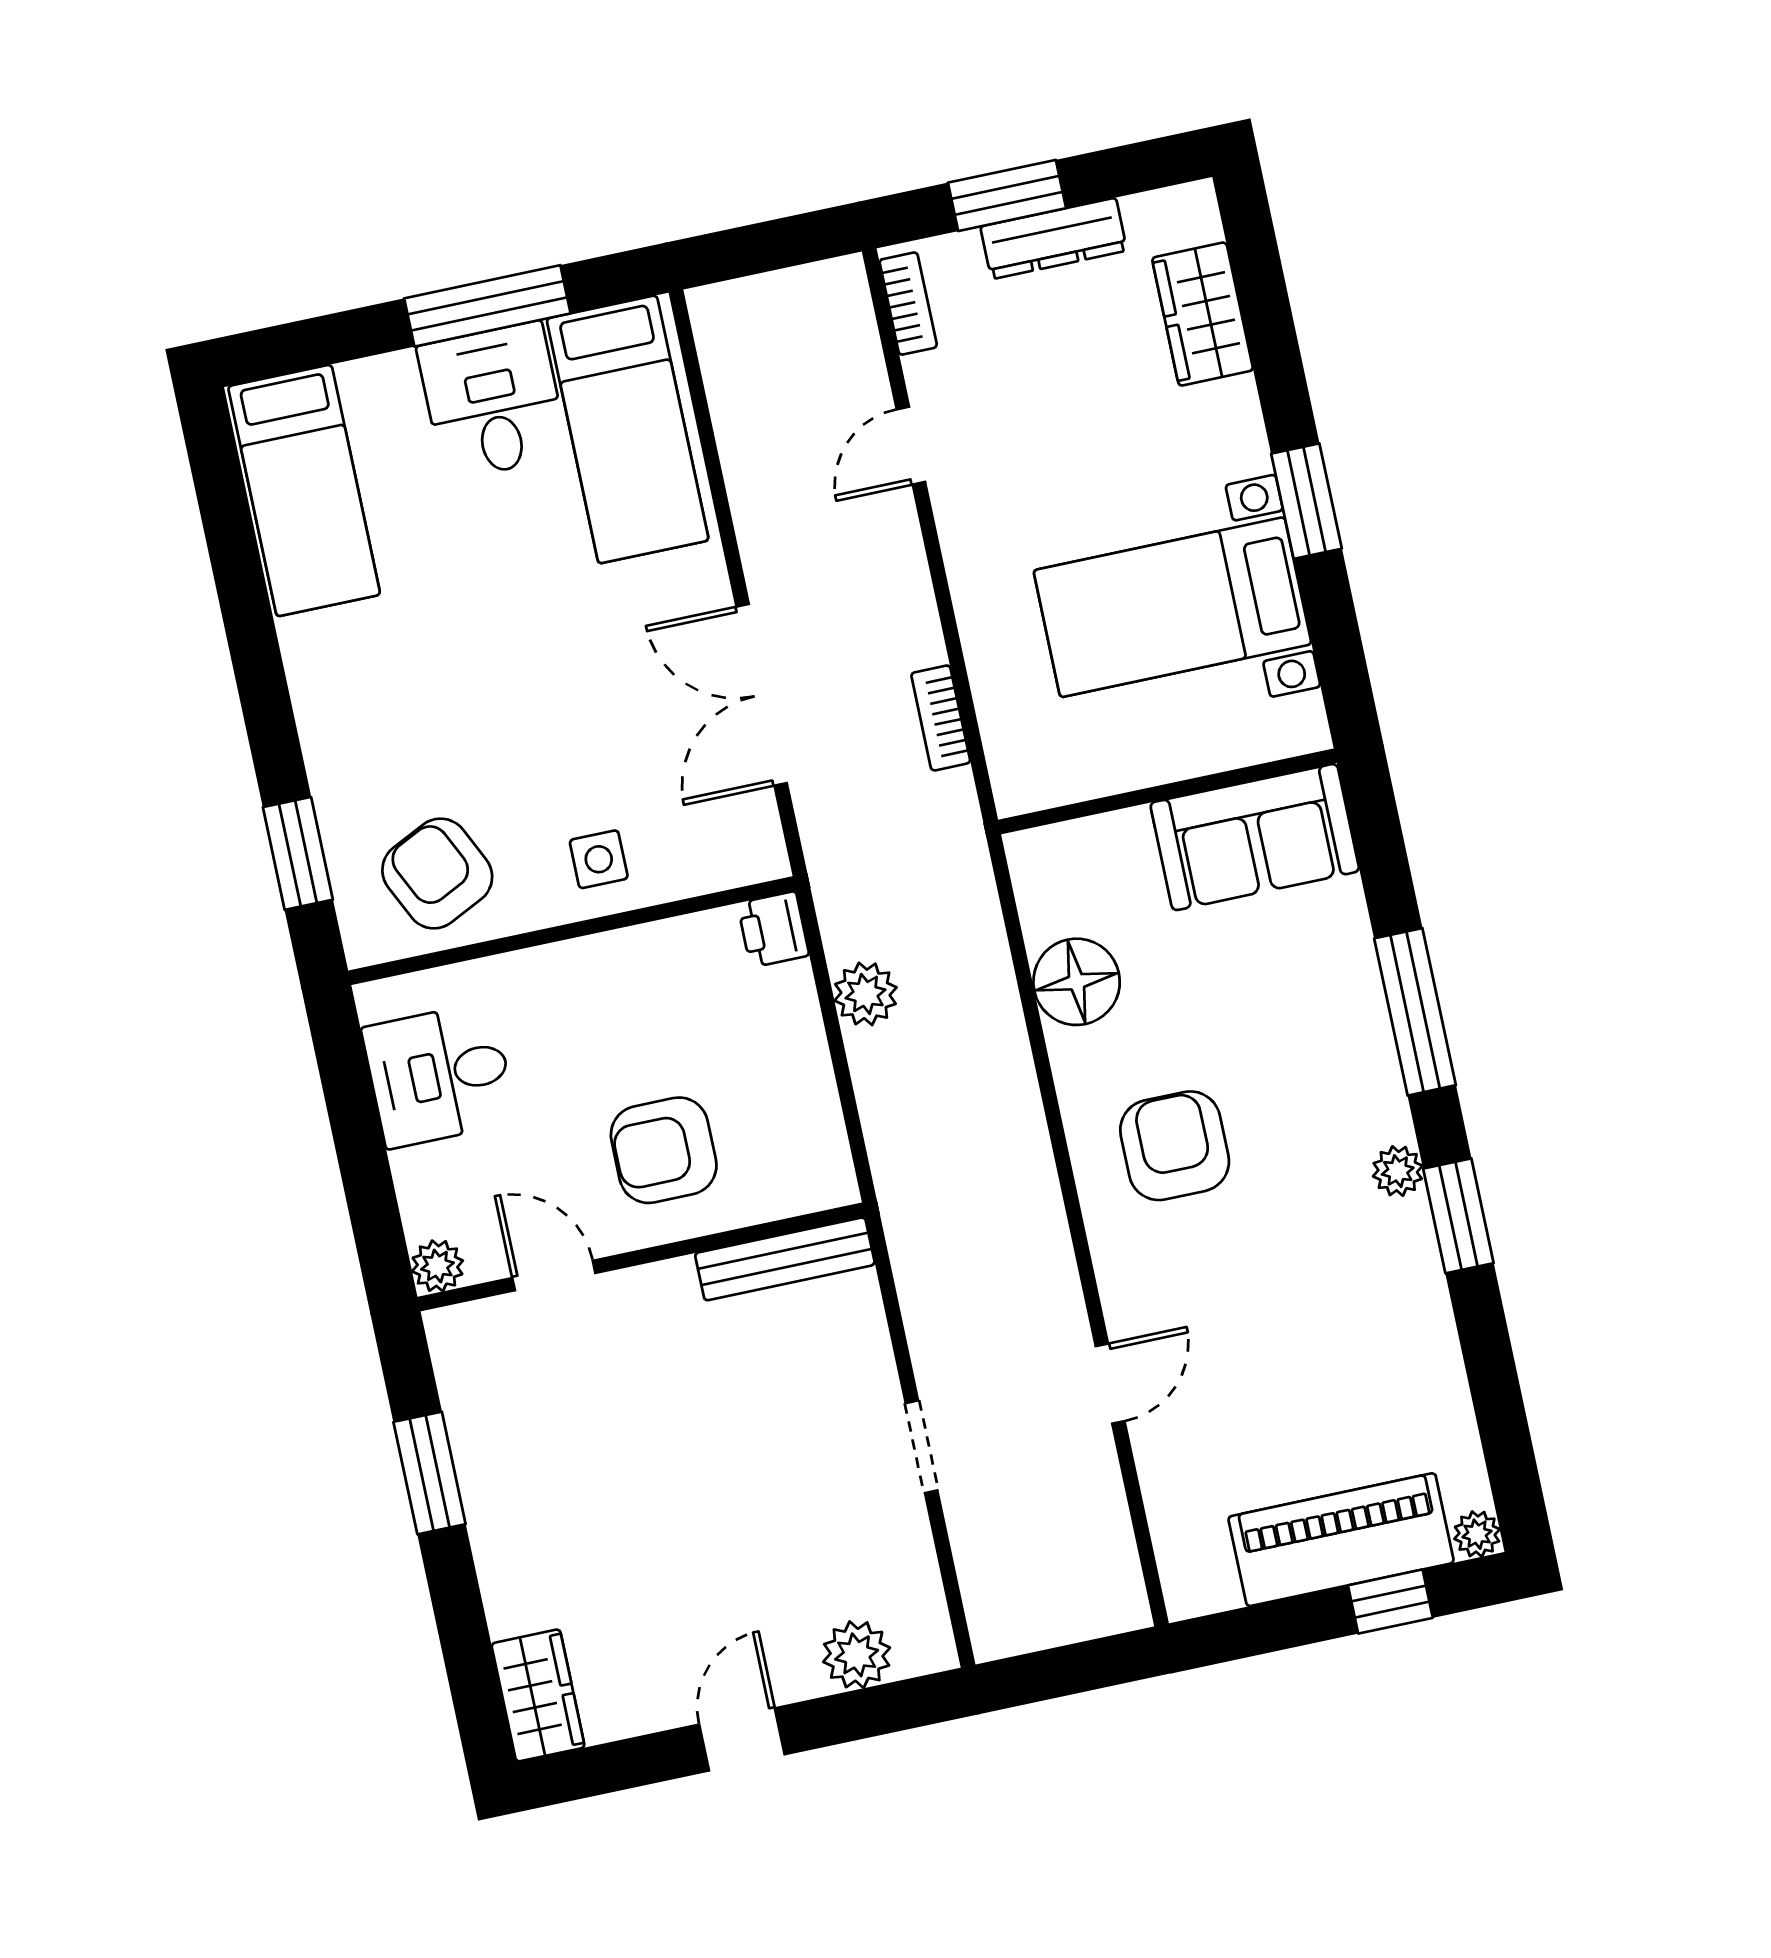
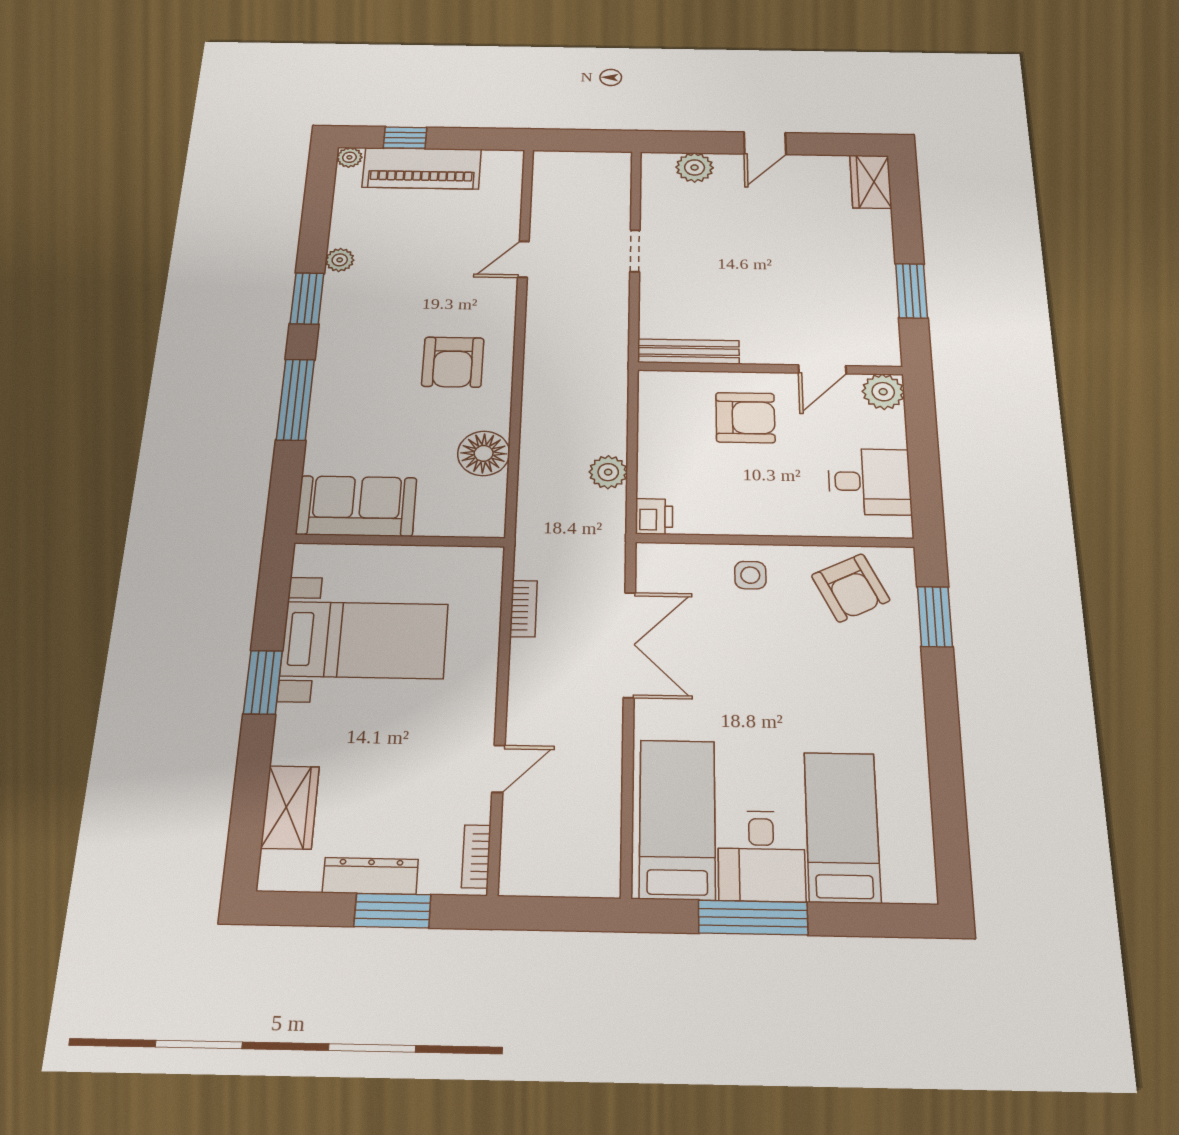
bed: (304, 491) -> (842, 827), moved
plant: (1398, 1171) -> (340, 260), moved
plant: (437, 1266) -> (883, 392), width x1.38, depth x1.38
door: (554, 1275) -> (822, 369), hinge flipped

